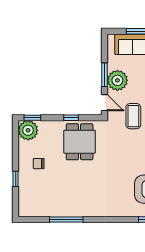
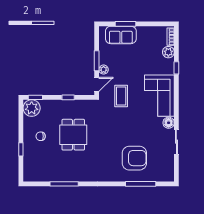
plant: (117, 80) -> (104, 70), width x0.53, depth x0.53
door: (105, 103) -> (97, 84), hinge flipped
dining table: (80, 142) -> (73, 135), moved

